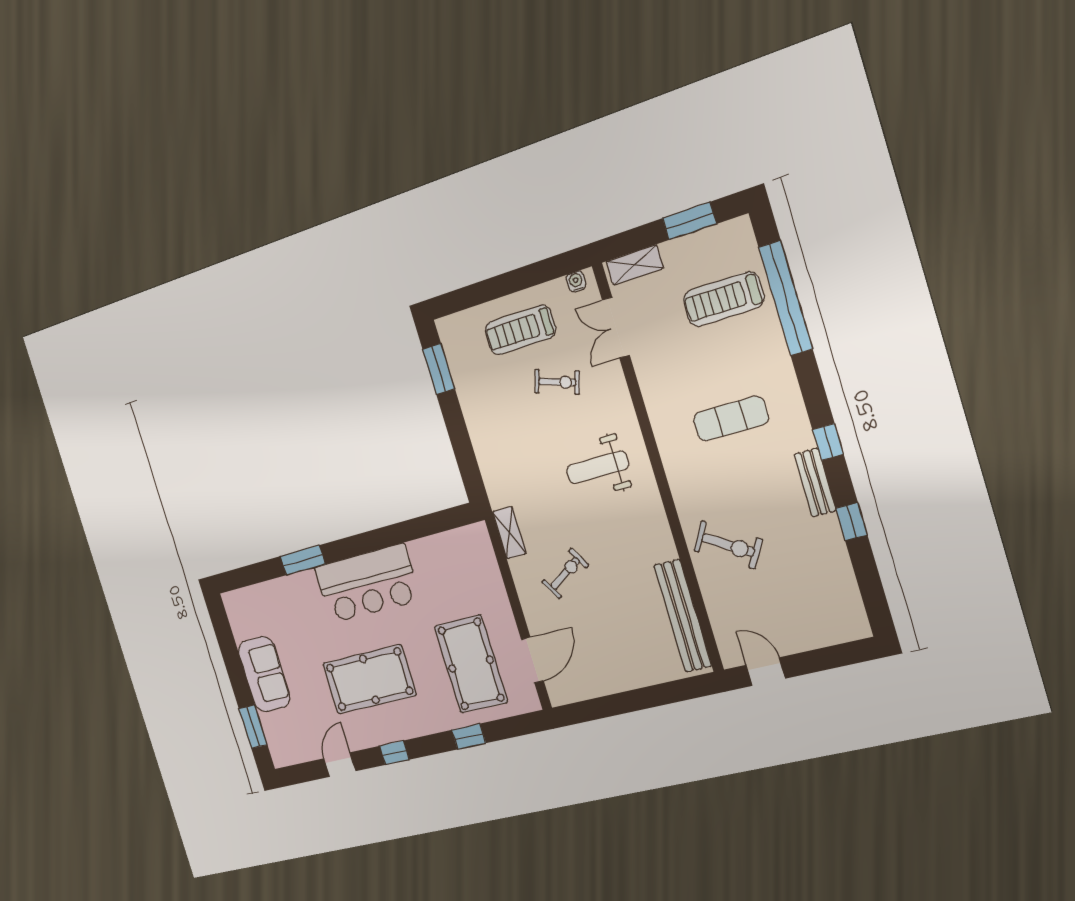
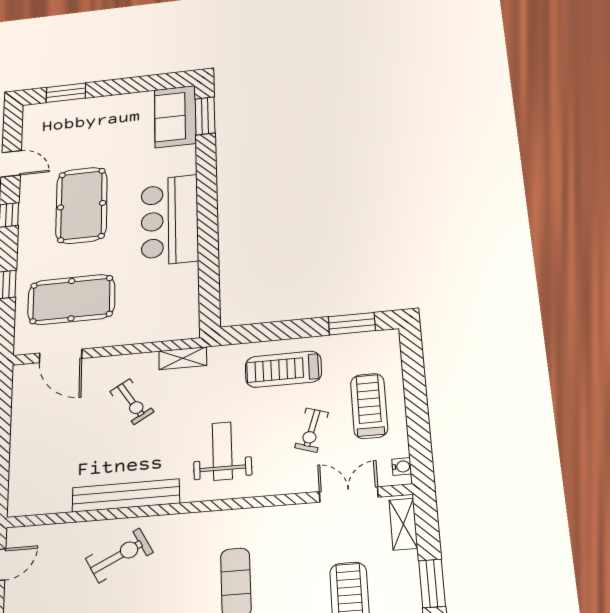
treadmill: (500, 427) -> (283, 369), added
exercise bike: (728, 545) -> (119, 555), turned -148
window: (303, 560) -> (205, 116), moved
bench: (683, 616) -> (126, 495), moved
sofa: (264, 674) -> (175, 116), moved, turned 90

